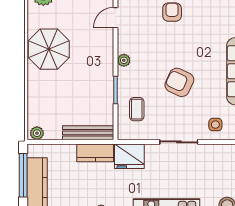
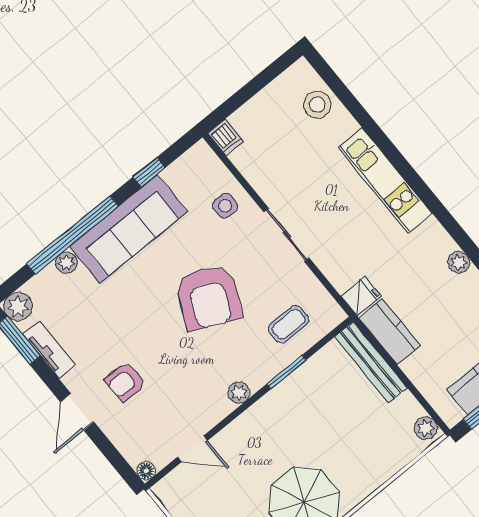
armchair: (179, 82) -> (209, 297), width x1.36, depth x1.36
fridge: (129, 156) -> (361, 296), width x0.53, depth x0.75

